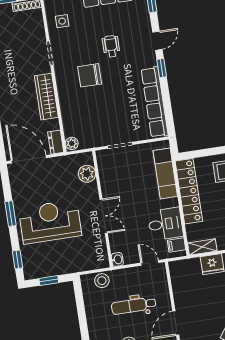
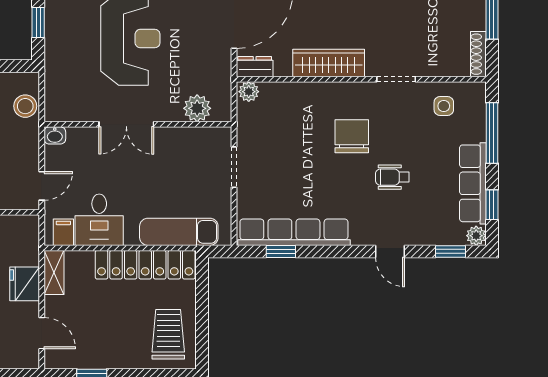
wheelchair: (111, 46) -> (392, 177), turned 180
window: (162, 68) -> (281, 251), moved

